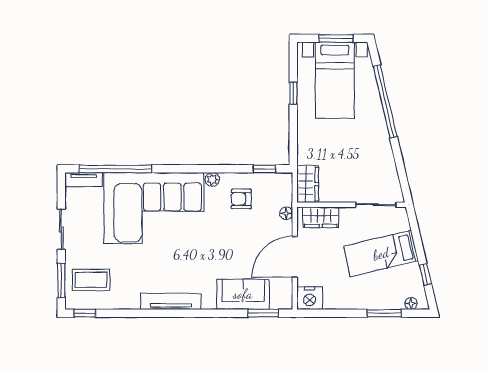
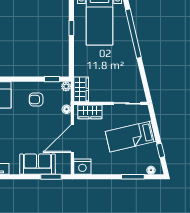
plant: (212, 180) -> (66, 86), moved

